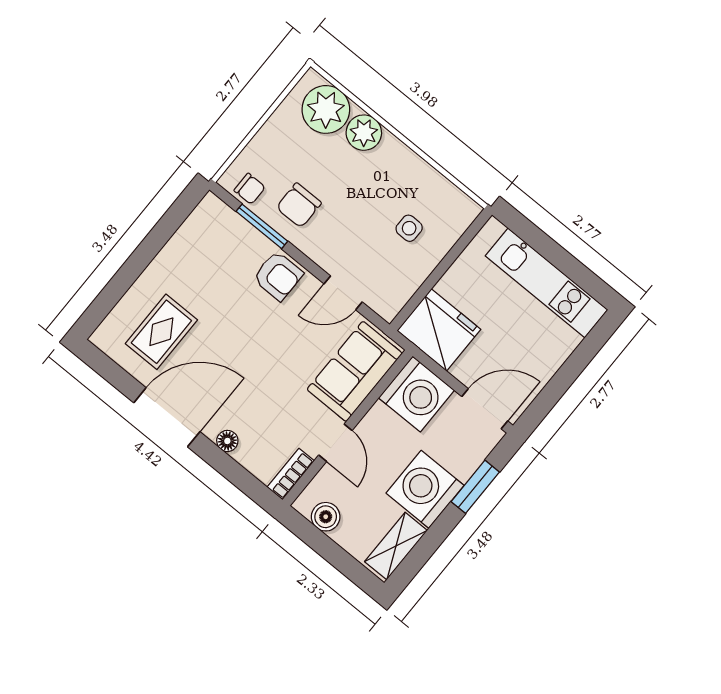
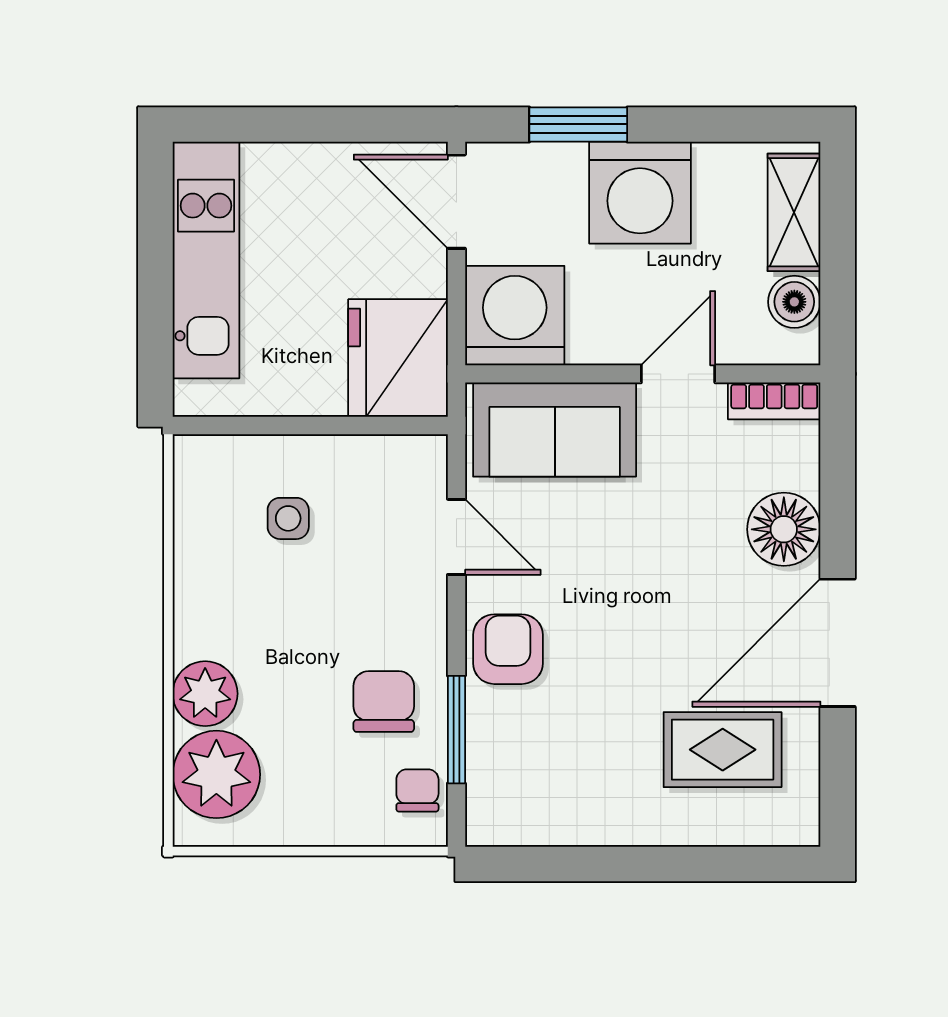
chair: (299, 205) -> (384, 702), turned -90
door: (167, 417) -> (838, 643), hinge flipped
floor lamp: (227, 441) -> (784, 529), width x1.89, depth x1.89
shelving: (396, 546) -> (794, 212), moved, turned 90

